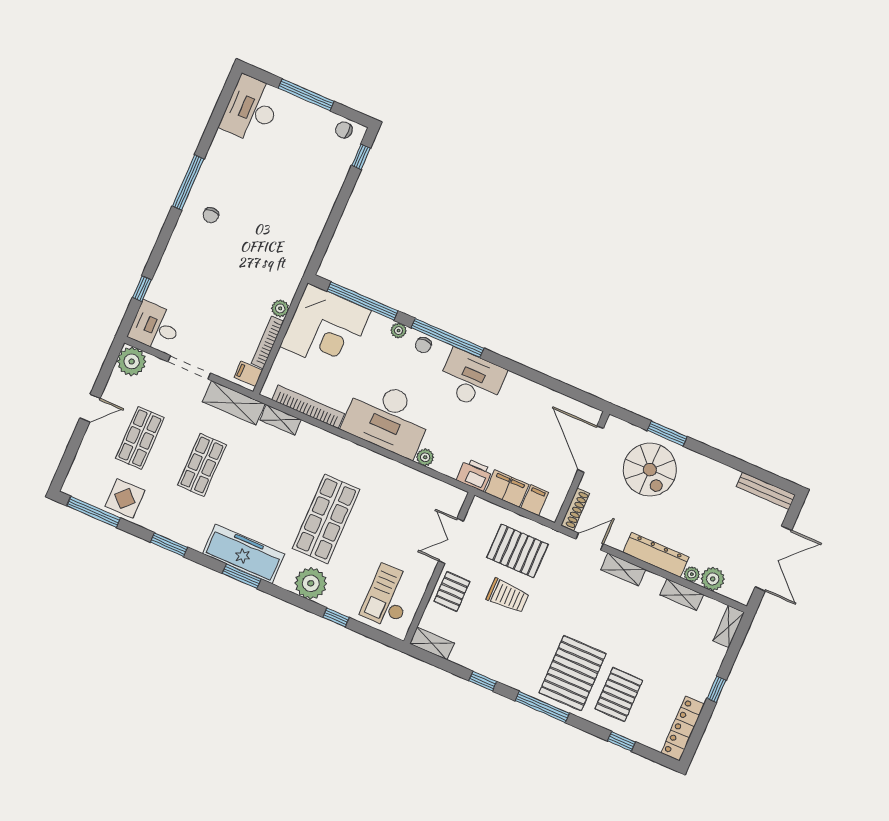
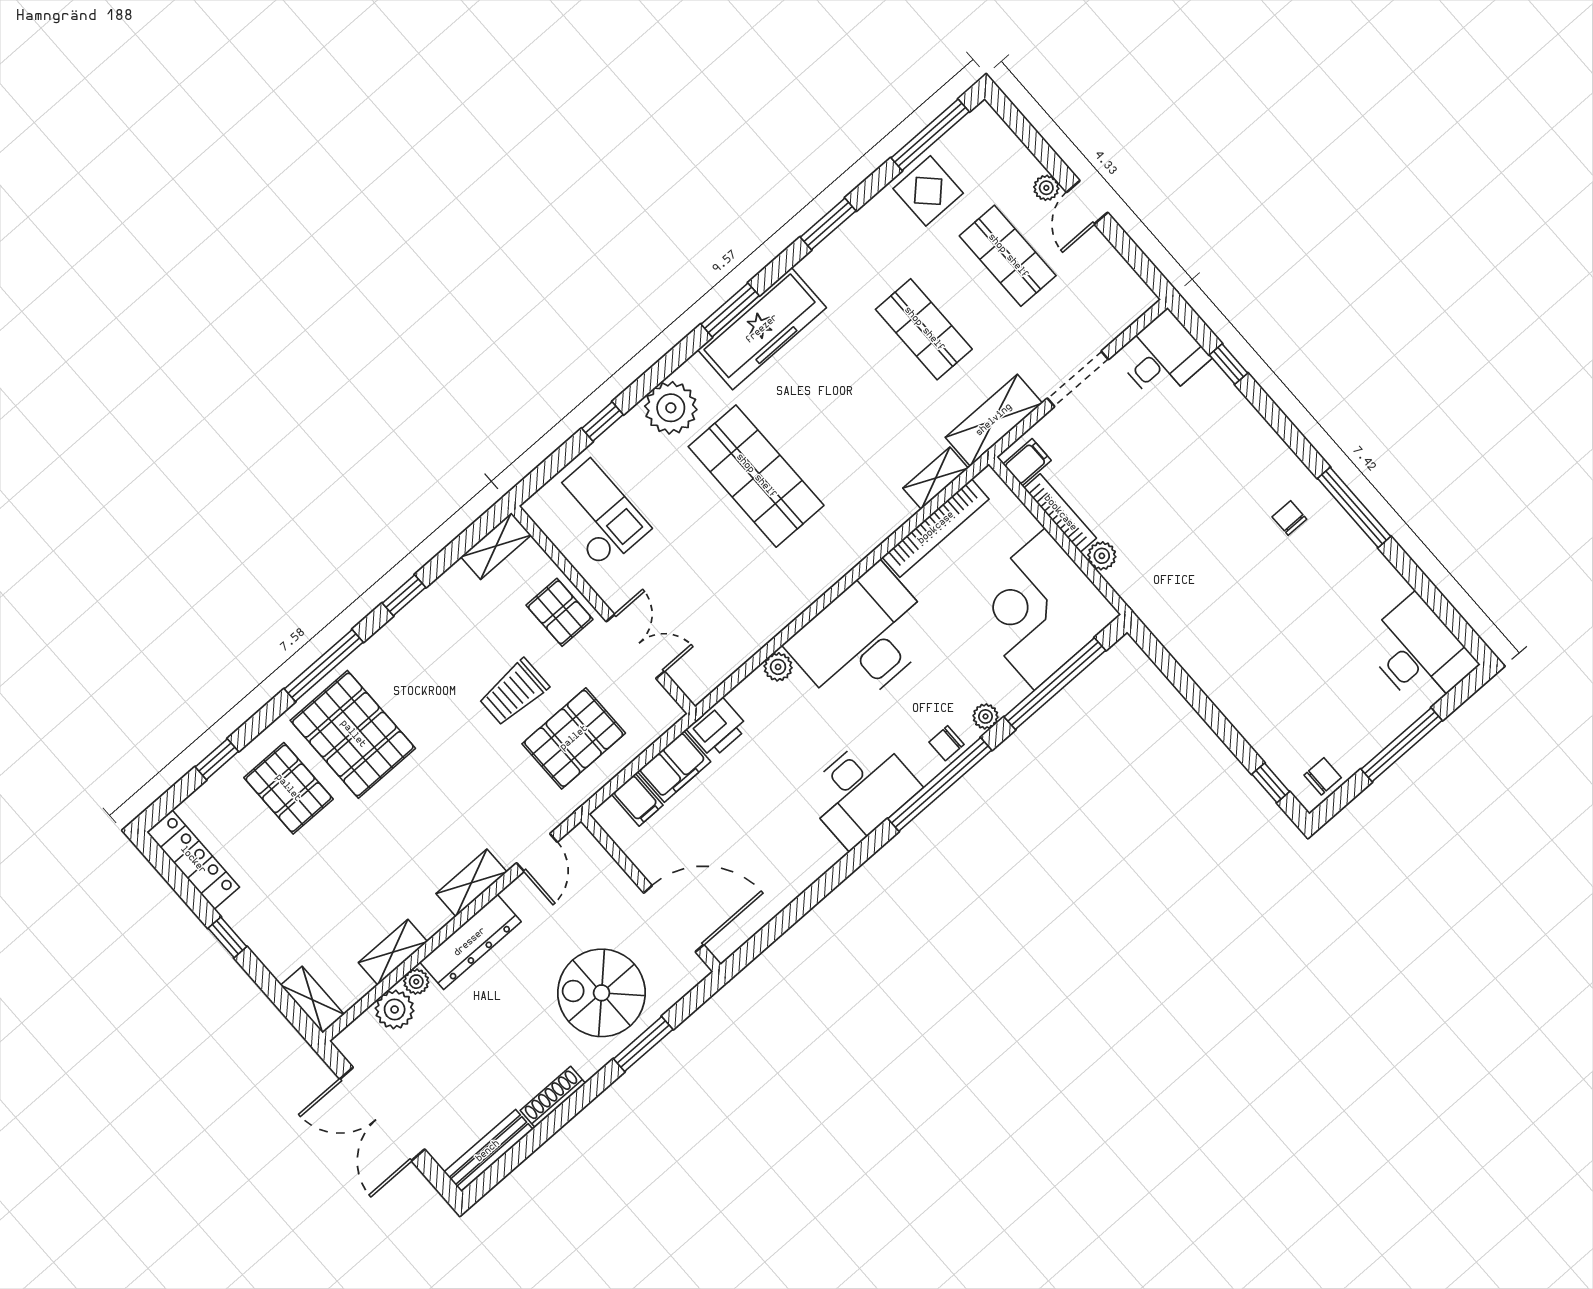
chair: (423, 345) -> (947, 743), turned -90
plant: (132, 361) -> (1046, 188), moved, width x0.53, depth x0.53
shoe rack: (575, 509) -> (553, 1097), moved, turned 90

